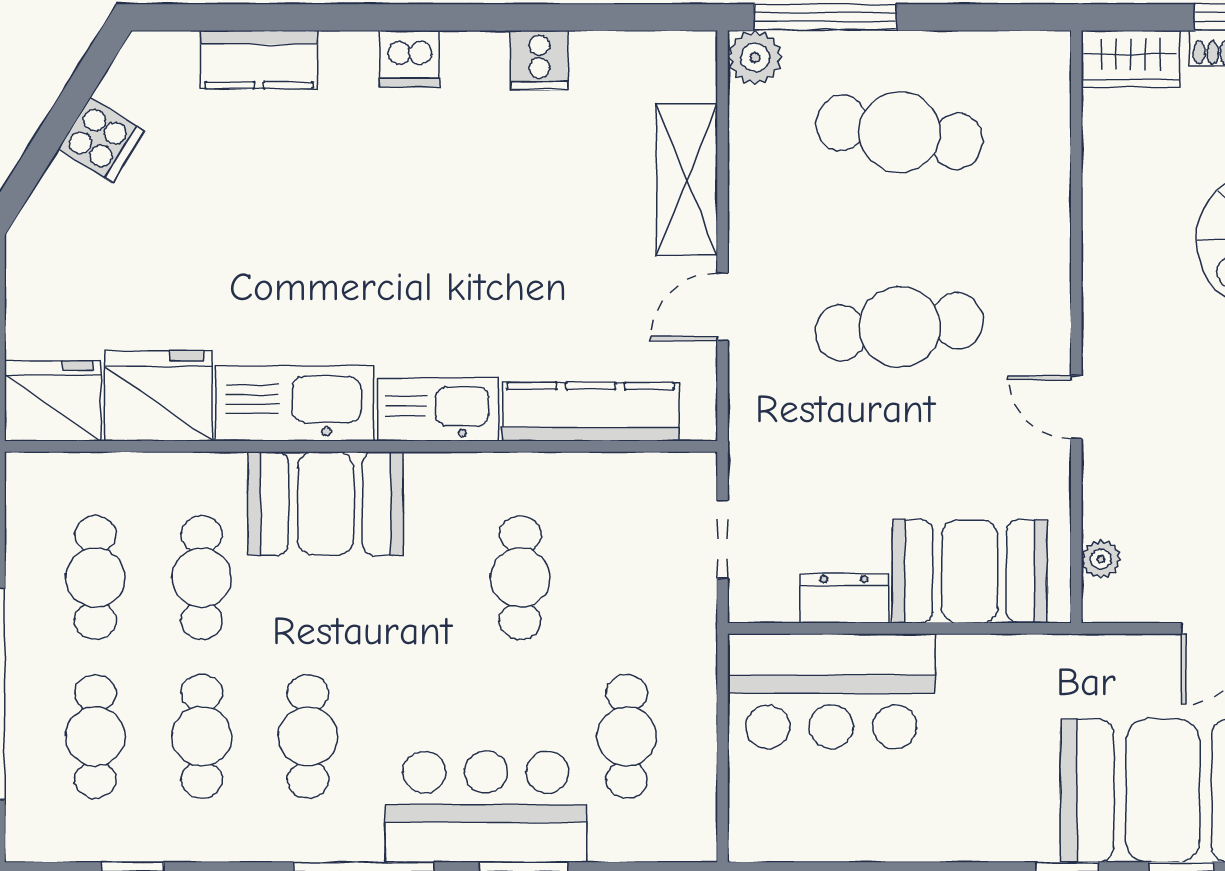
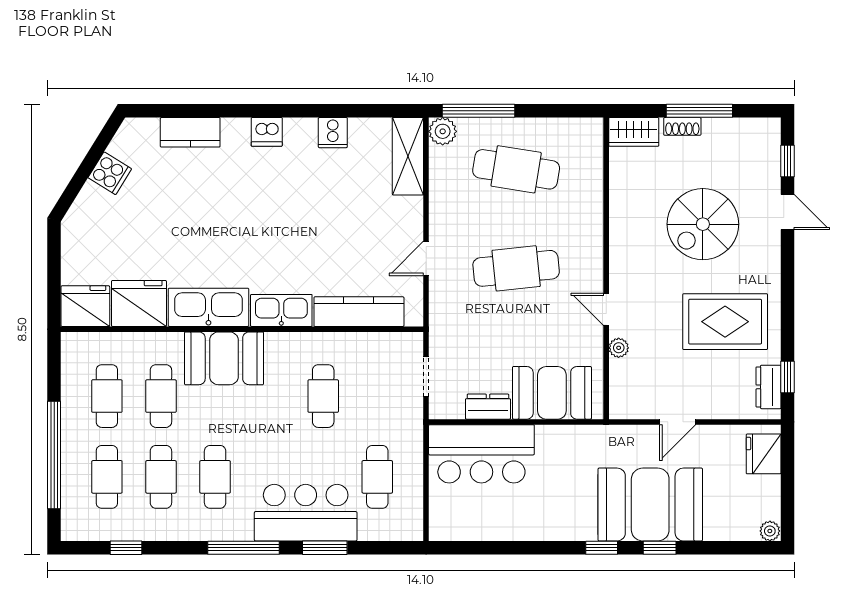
shelving: (687, 179) -> (408, 156), moved
plant: (1101, 559) -> (619, 348), moved

